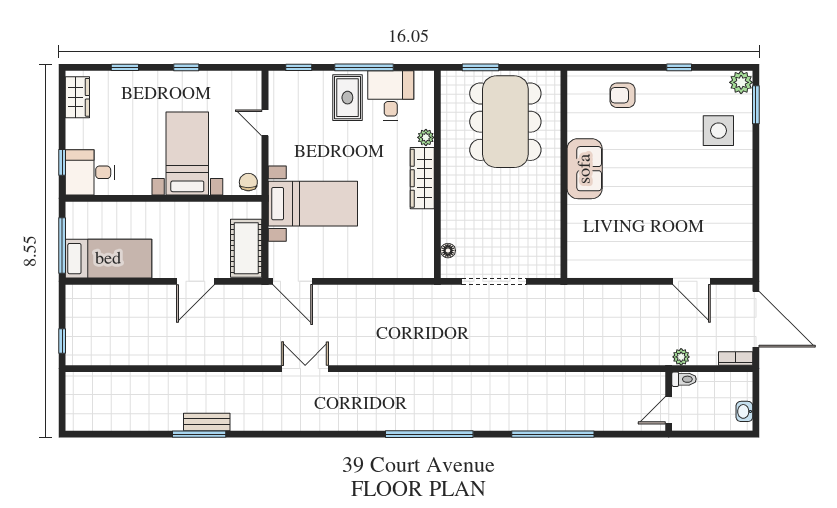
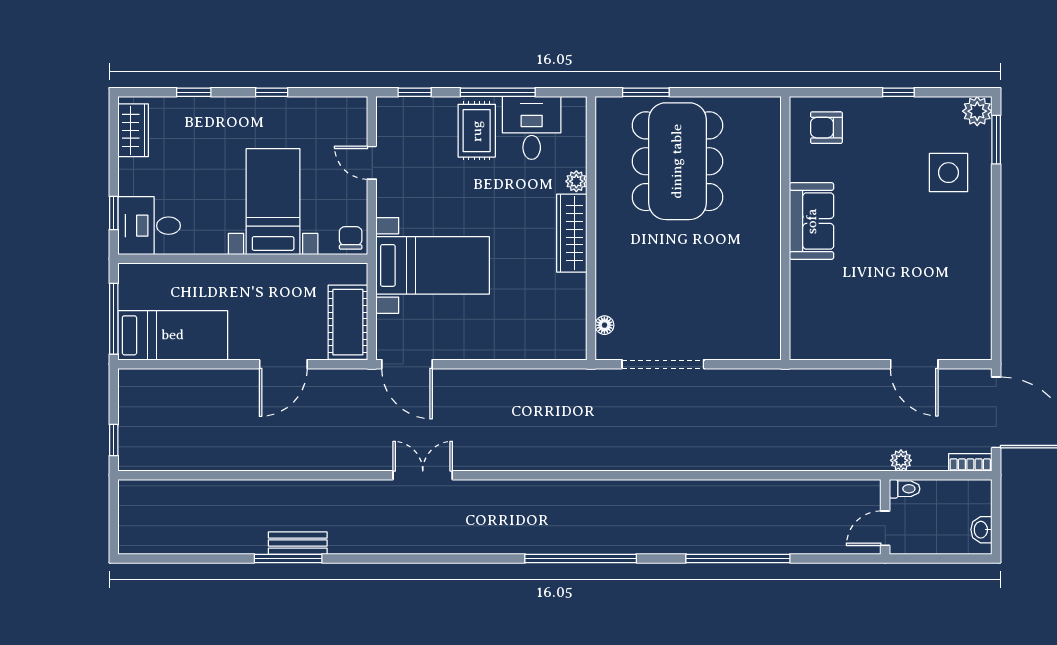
sofa: (585, 169) -> (812, 221), moved
wall: (564, 174) -> (785, 228), moved

